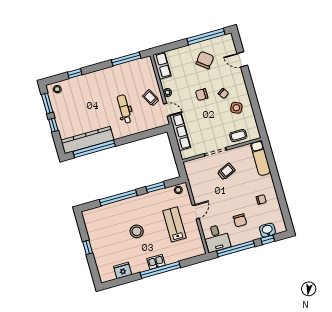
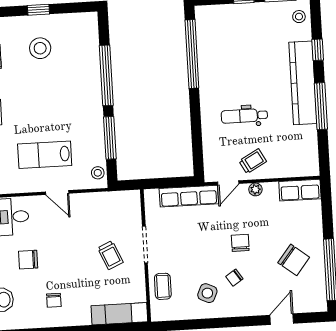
window: (126, 59) -> (321, 106), moved
dental chair: (124, 109) -> (244, 116), turned 180
kitchen counter: (87, 140) -> (303, 83), moved, turned 180
window: (156, 187) -> (110, 138), width x1.44
lab bench: (174, 224) -> (45, 155), turned 180
stool: (137, 231) -> (40, 48), moved

